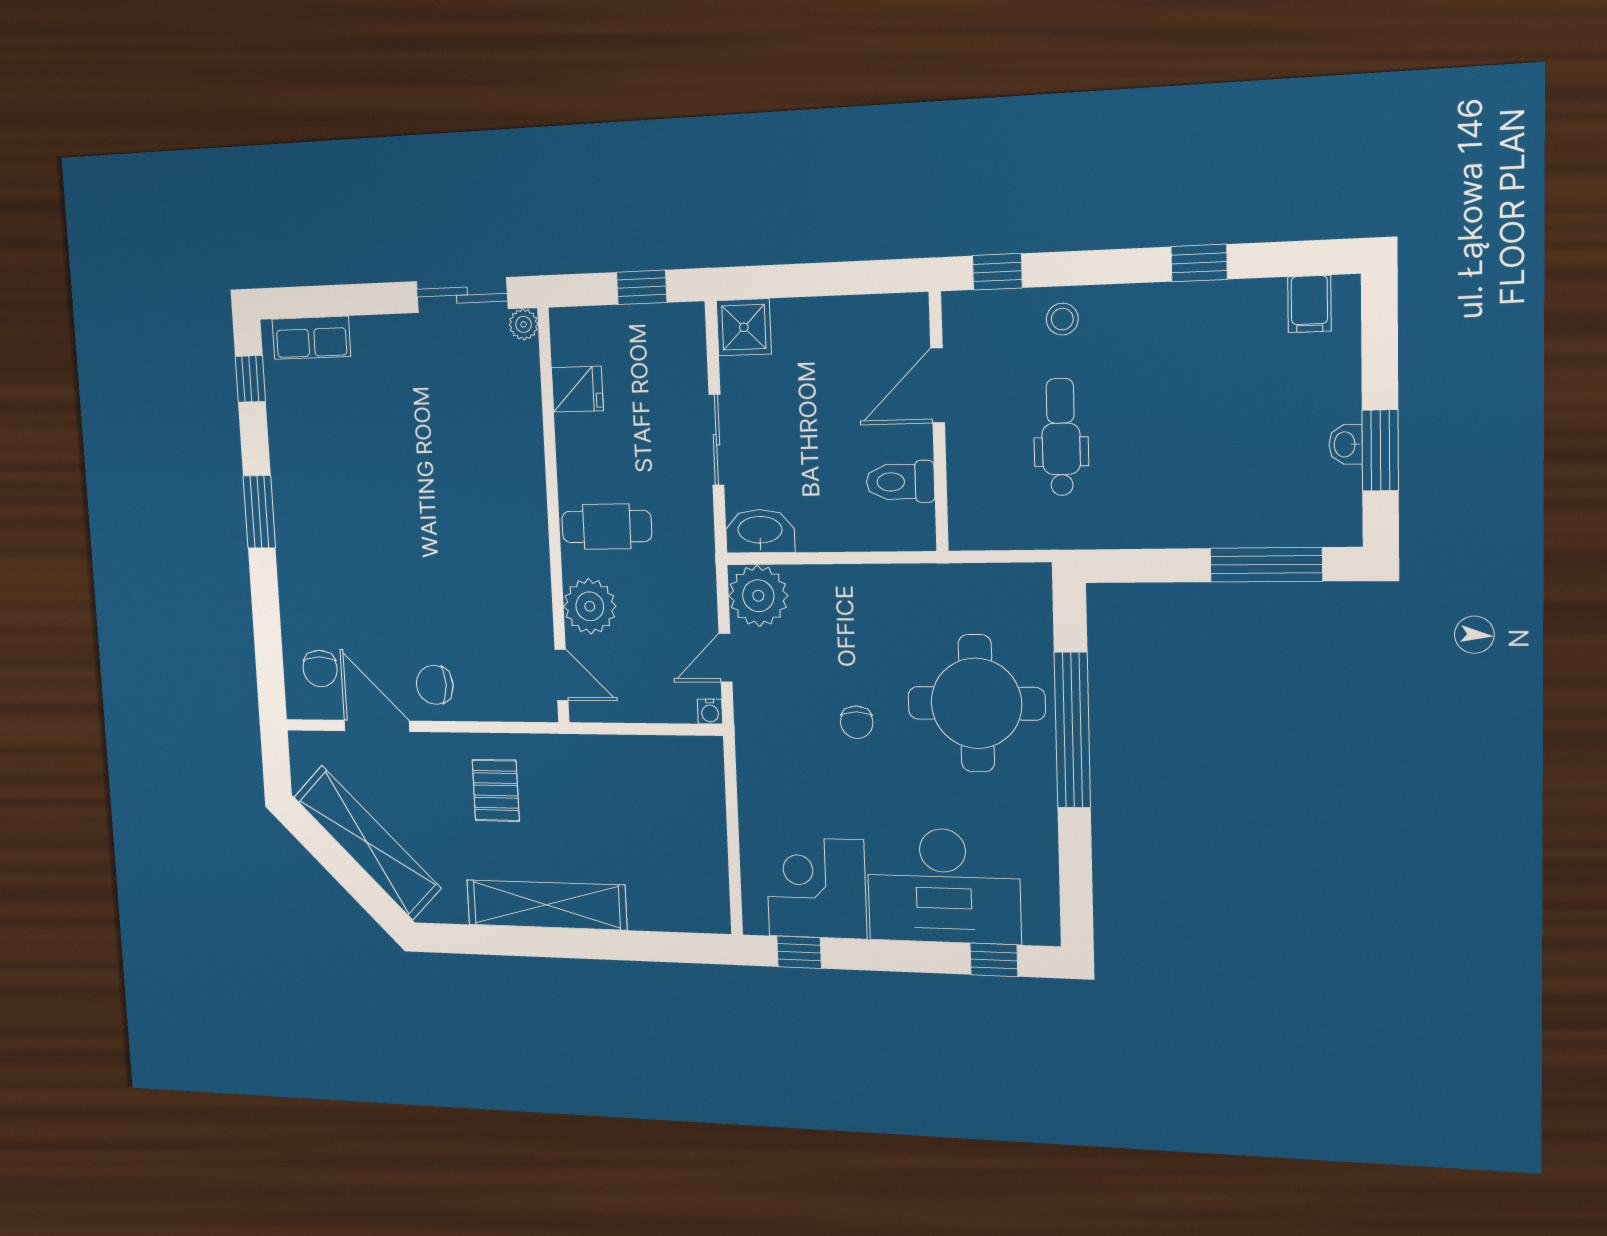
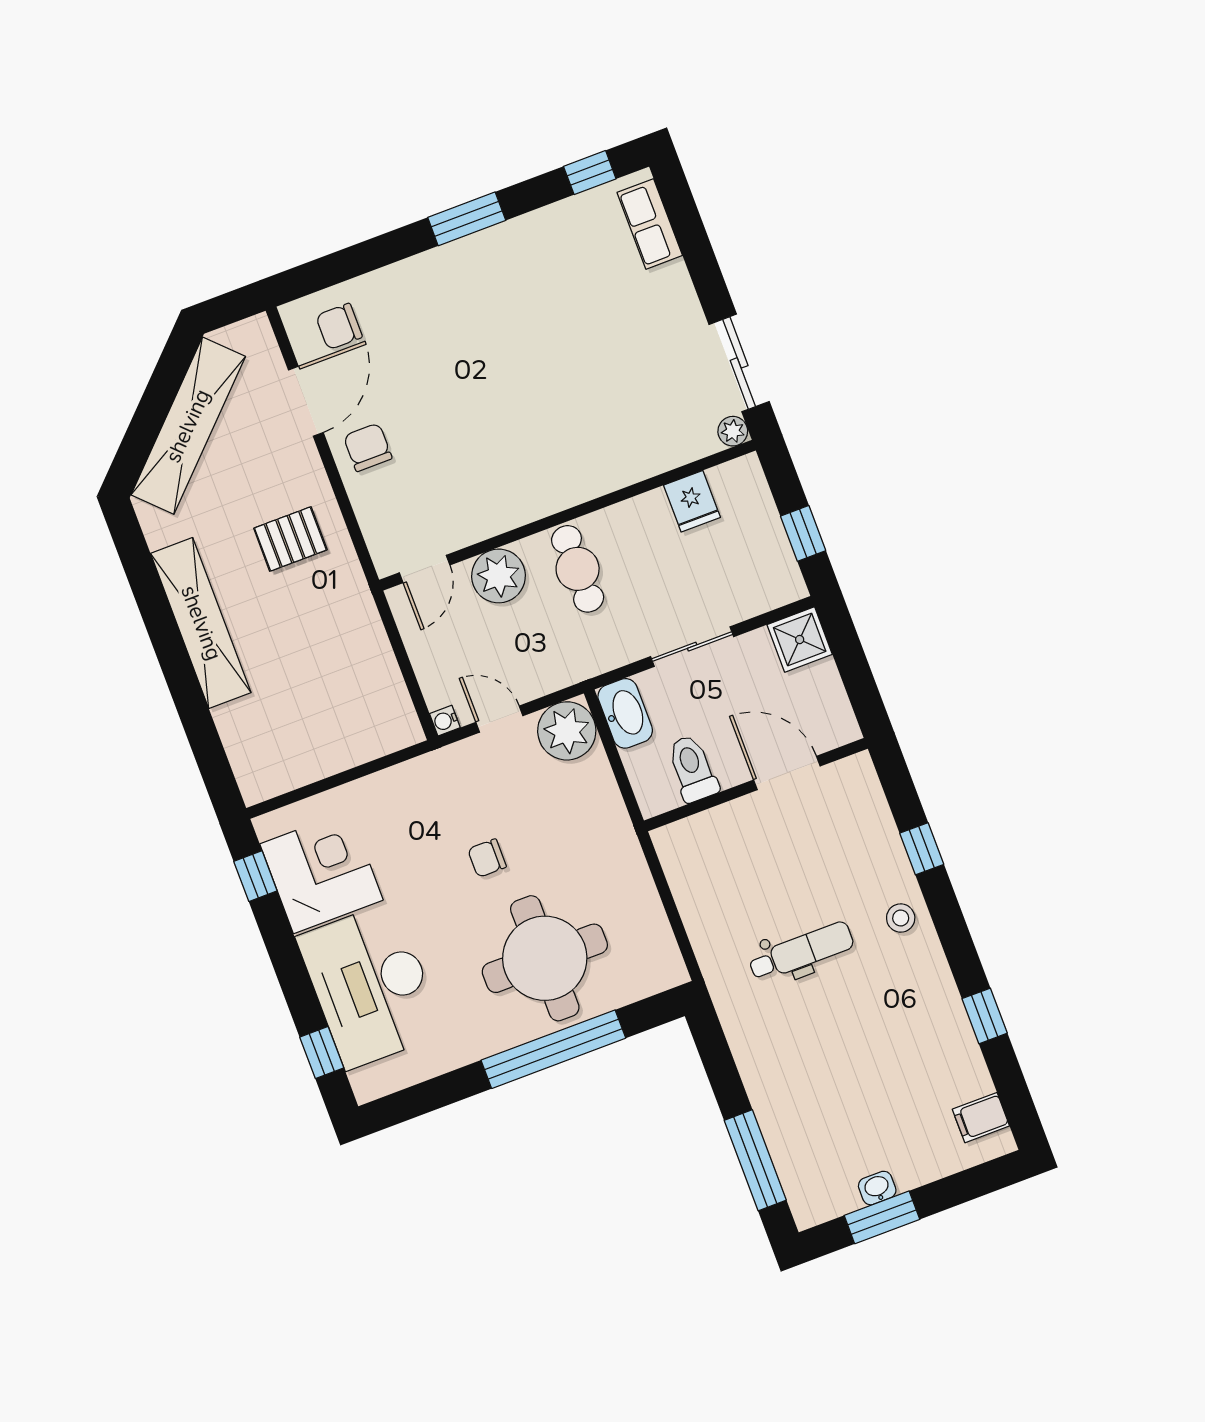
door: (938, 385) -> (787, 773), moved
wall: (939, 422) -> (756, 785), moved
toilet: (900, 482) -> (693, 768), moved

